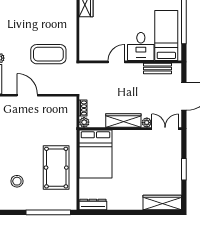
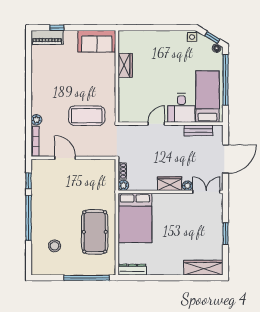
wardrobe: (123, 121) -> (170, 184), width x0.67

